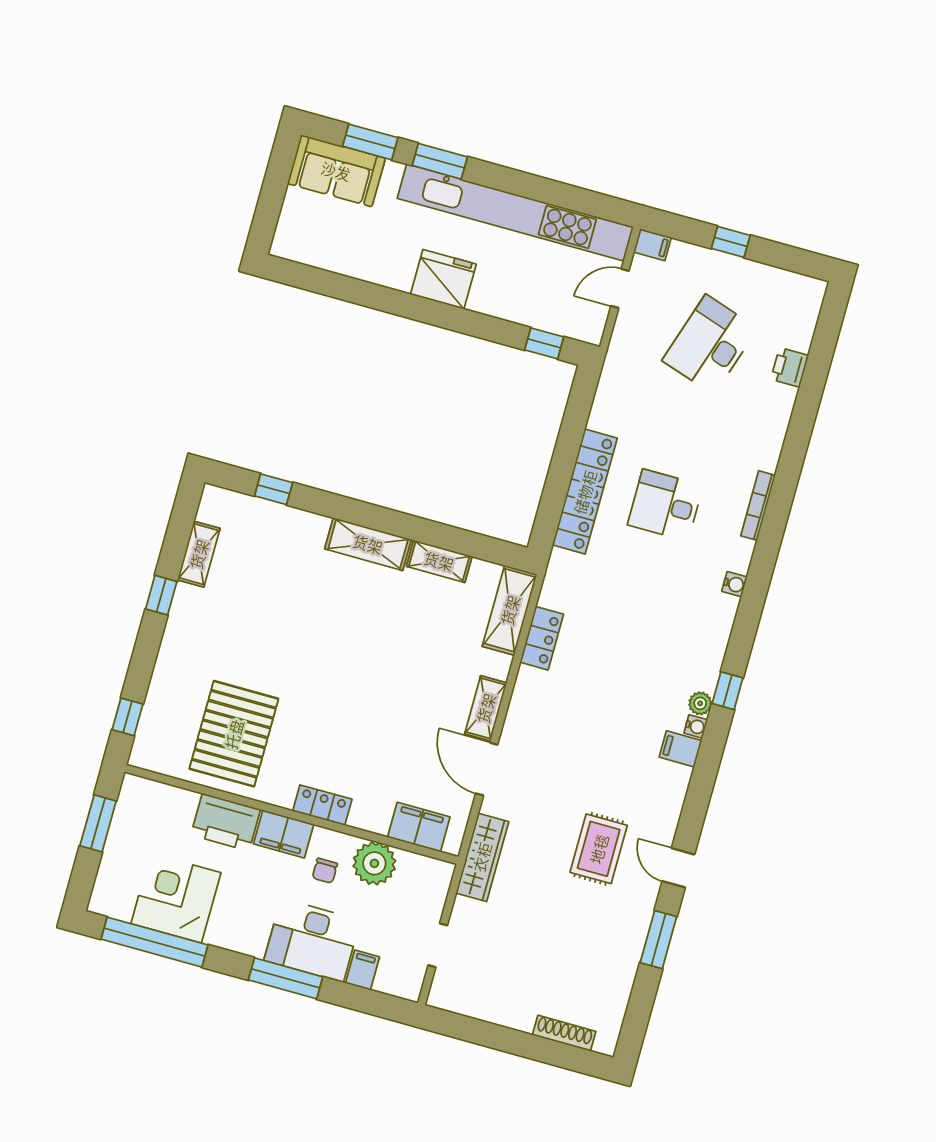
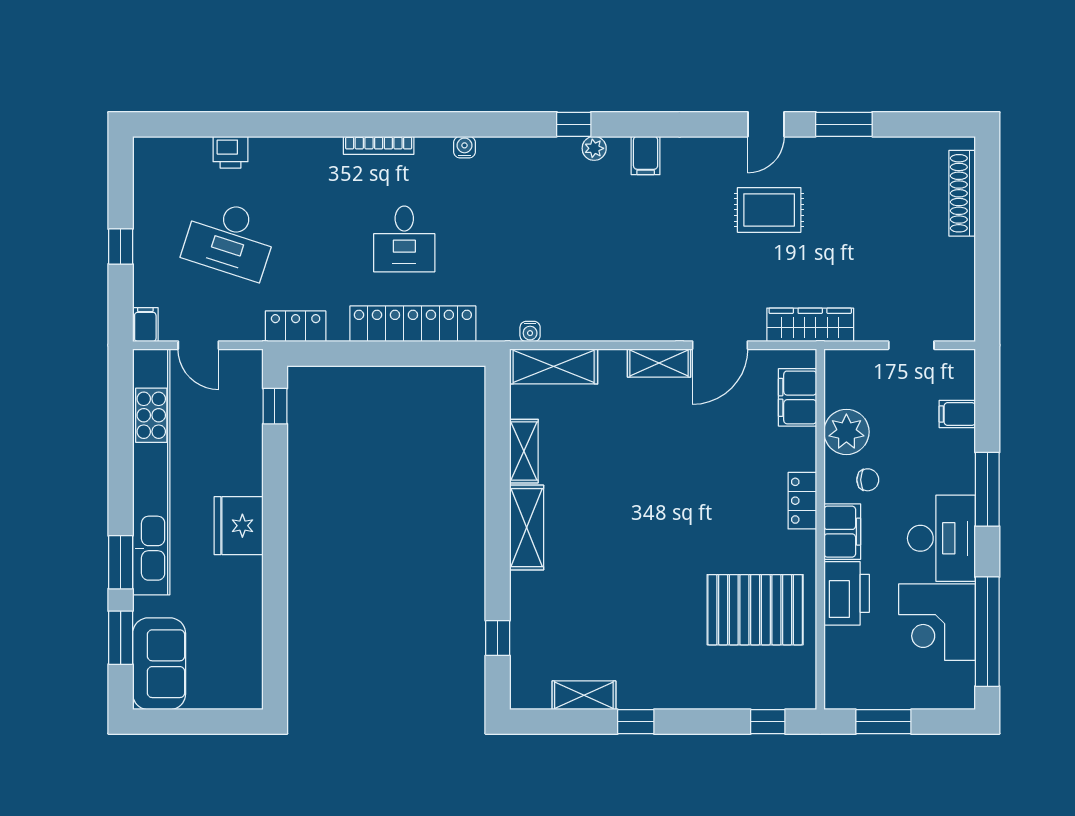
locker: (542, 638) -> (296, 326), moved
water cooler: (696, 726) -> (530, 331), moved, turned 180
desk: (312, 940) -> (941, 538), moved
shoe rack: (564, 1033) -> (962, 193), width x1.36, depth x1.24

